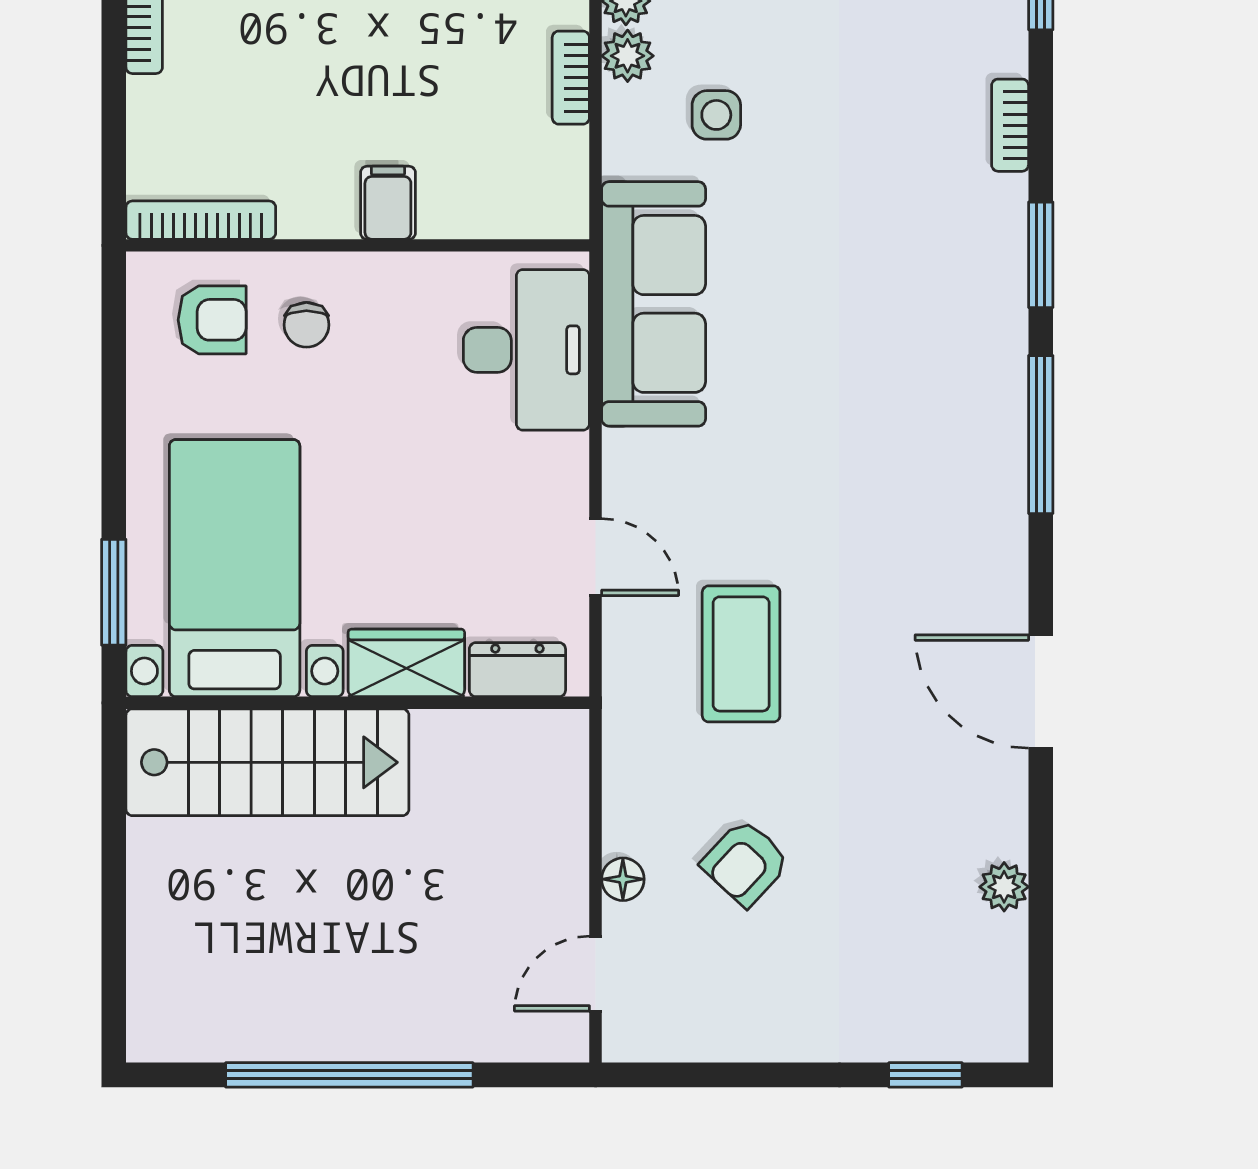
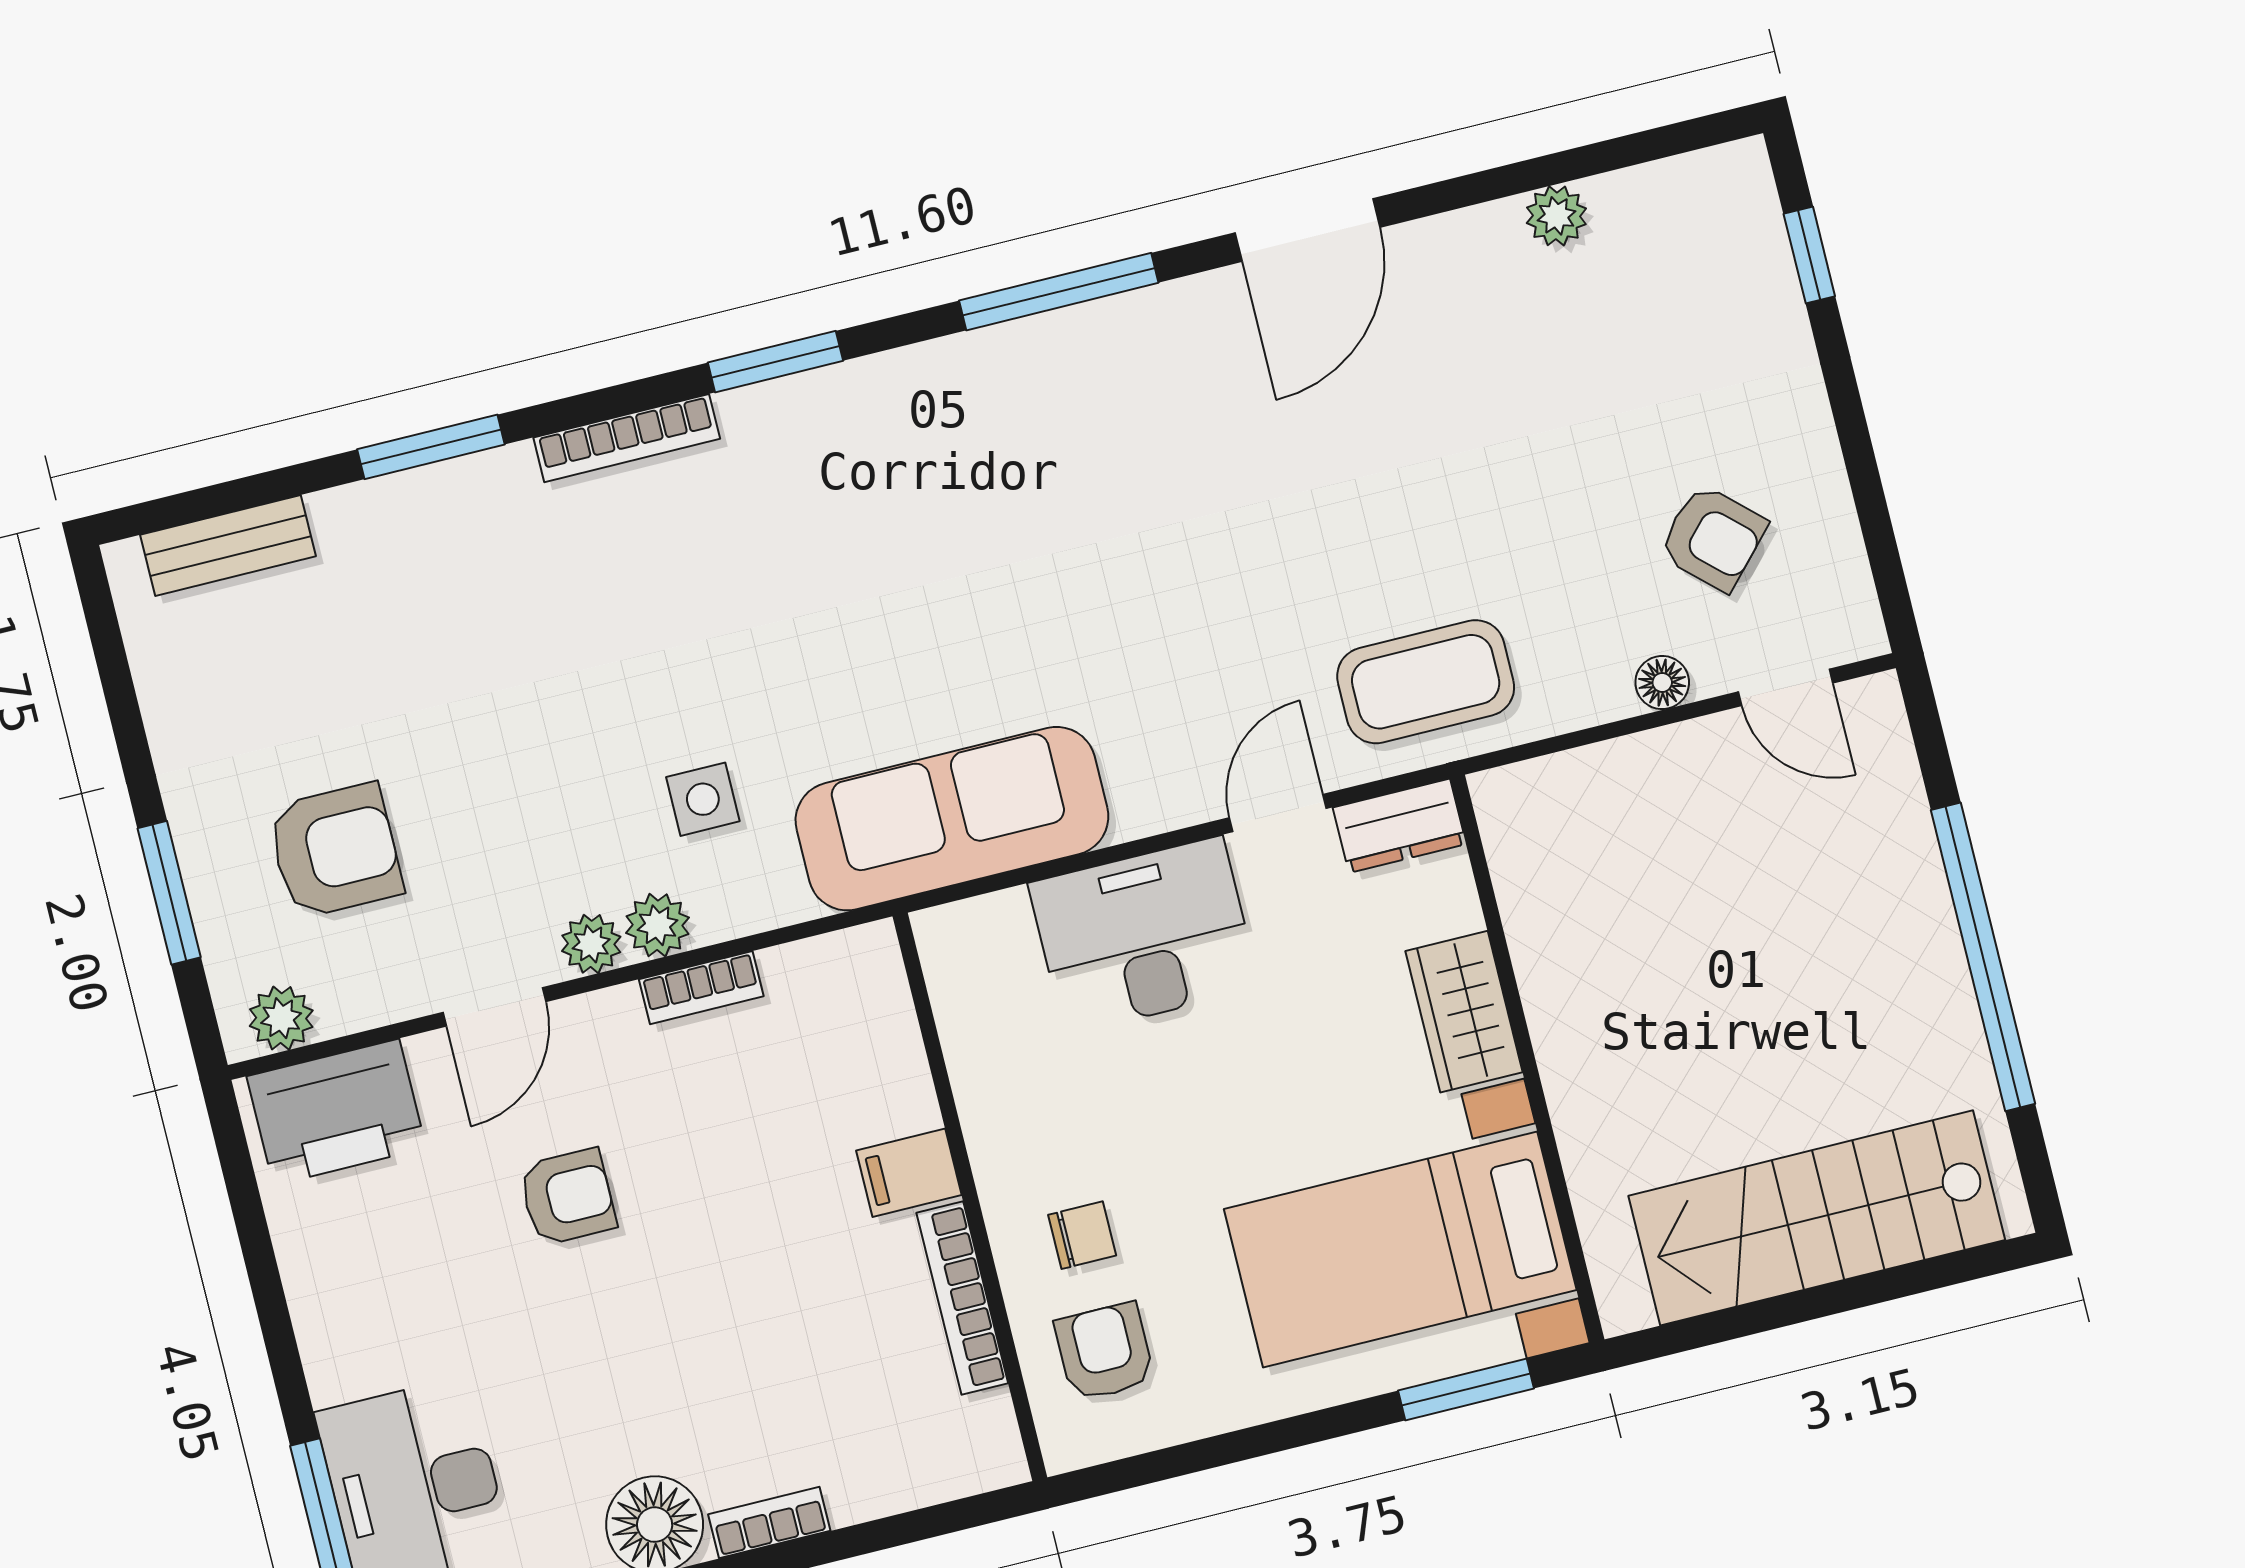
bookcase: (1010, 125) -> (627, 438), width x1.56
bookcase: (201, 220) -> (962, 1298), moved
desk: (526, 350) -> (1144, 936), moved
window: (1041, 435) -> (1059, 292), moved
coffee table: (741, 654) -> (1426, 682), moved
dresser: (517, 670) -> (1399, 826), moved, turned -90
stairs: (267, 762) -> (1817, 1218), moved, turned -90
armchair: (745, 863) -> (1713, 538), moved

